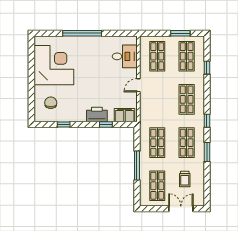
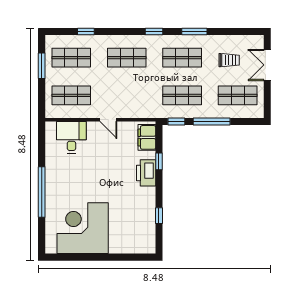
chair: (51, 103) -> (131, 232), removed
window: (137, 138) -> (176, 121), added

